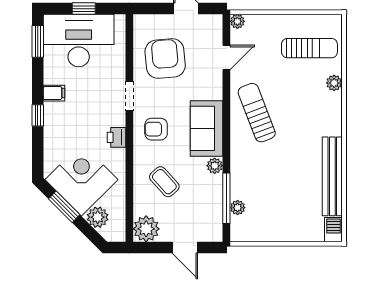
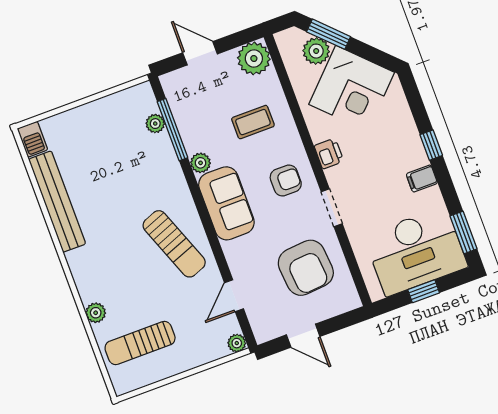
coffee table: (164, 182) -> (253, 122), turned -48
window: (64, 207) -> (329, 34), moved

